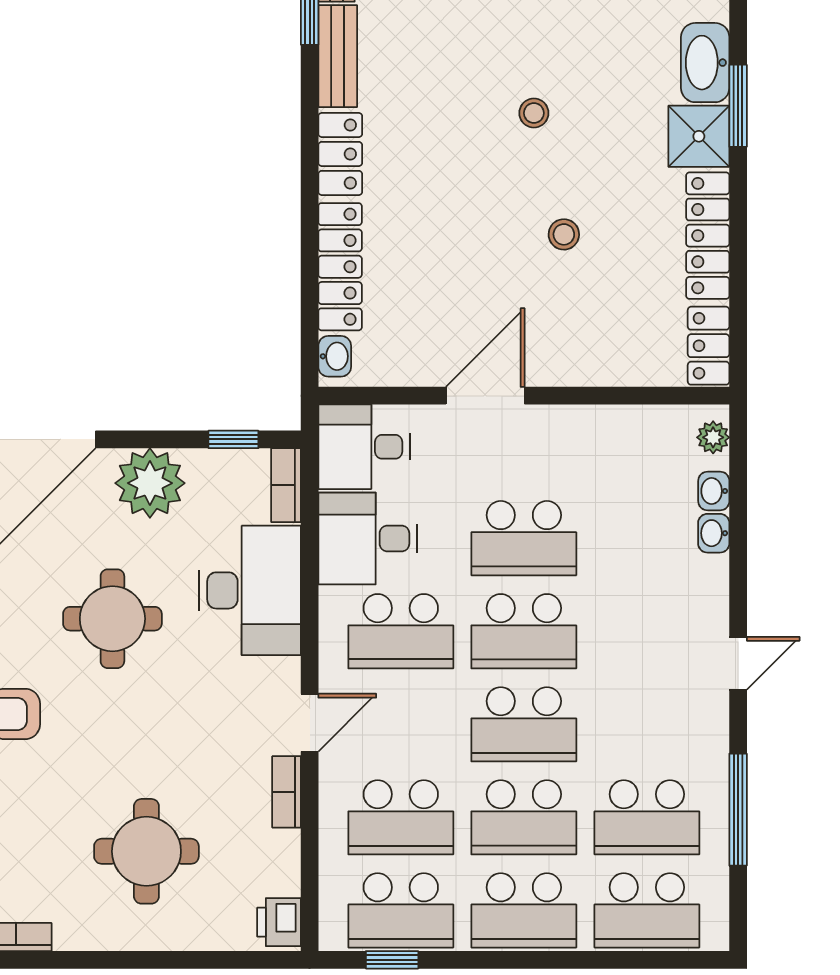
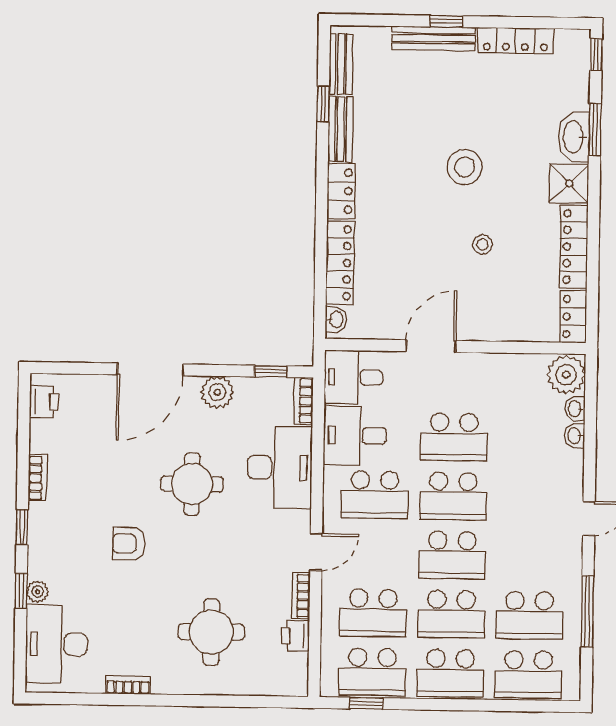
window: (738, 106) -> (595, 130), moved
stool: (534, 113) -> (465, 167), width x1.89, depth x1.89
plant: (713, 437) -> (566, 375), width x1.88, depth x1.88
plant: (150, 483) -> (217, 392), width x0.73, depth x0.73
printer: (279, 922) -> (295, 636), moved

